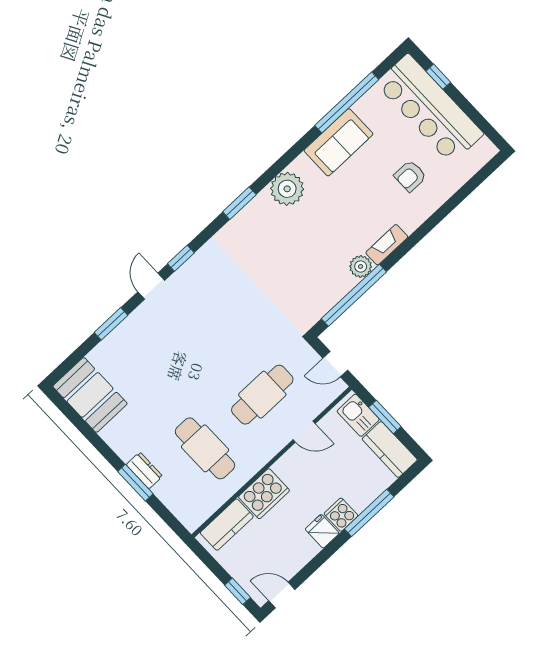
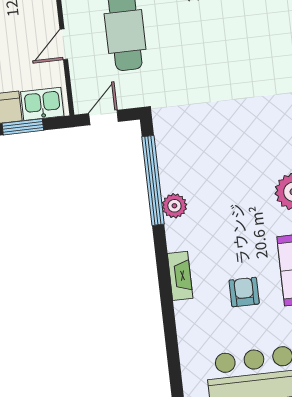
armchair: (410, 176) -> (244, 292), moved
fireplace: (387, 245) -> (180, 276), moved

